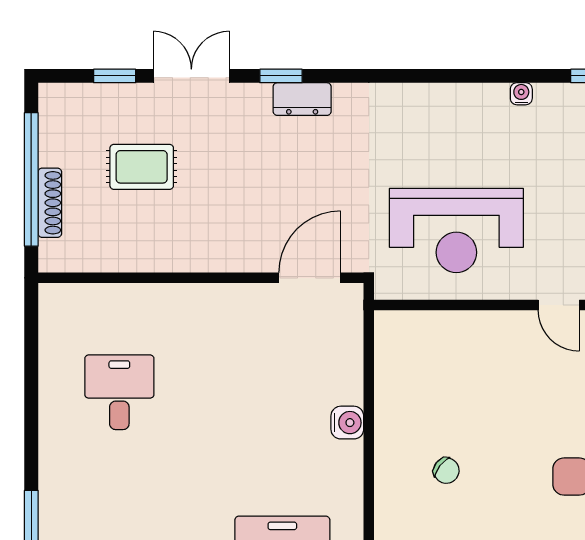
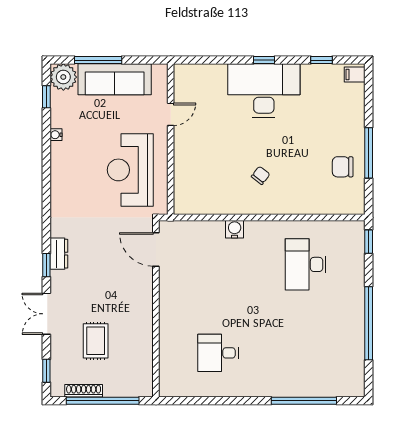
window: (115, 76) -> (46, 371), moved
shoe rack: (50, 203) -> (84, 391), moved
reception desk: (456, 230) -> (130, 170), turned 180

